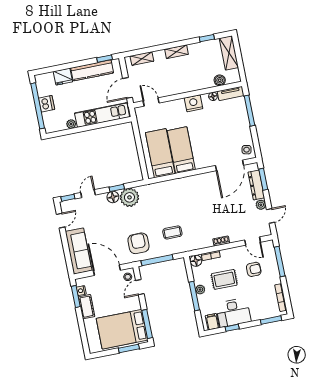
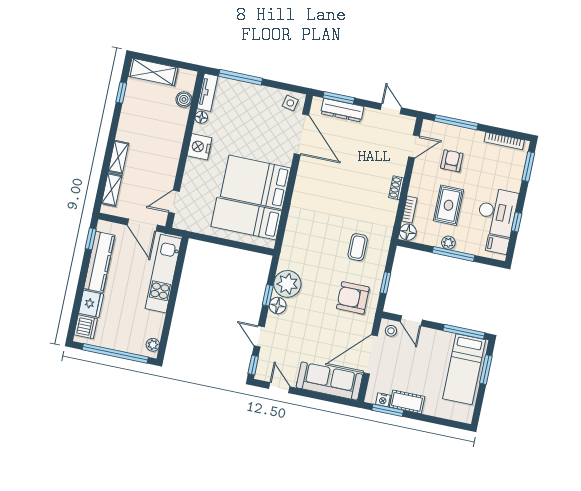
shelving: (176, 52) -> (118, 157), moved
dishwasher: (47, 104) -> (86, 327), moved, turned 90
plant: (71, 124) -> (153, 345), moved
bed: (181, 150) -> (256, 182), width x1.50
plant: (261, 205) -> (371, 115), removed
window: (157, 260) -> (385, 283), width x0.46
bed: (122, 329) -> (464, 369), width x0.67

